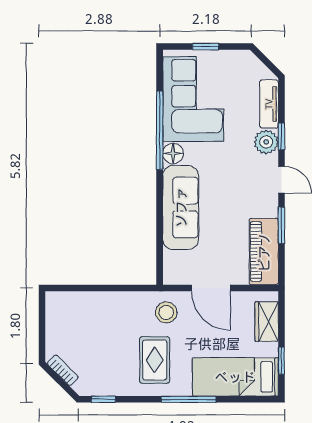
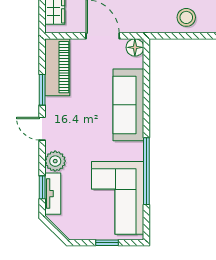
window: (281, 136) -> (42, 187), moved
floor lamp: (173, 153) -> (135, 47), moved
stool: (166, 312) -> (186, 17), moved

